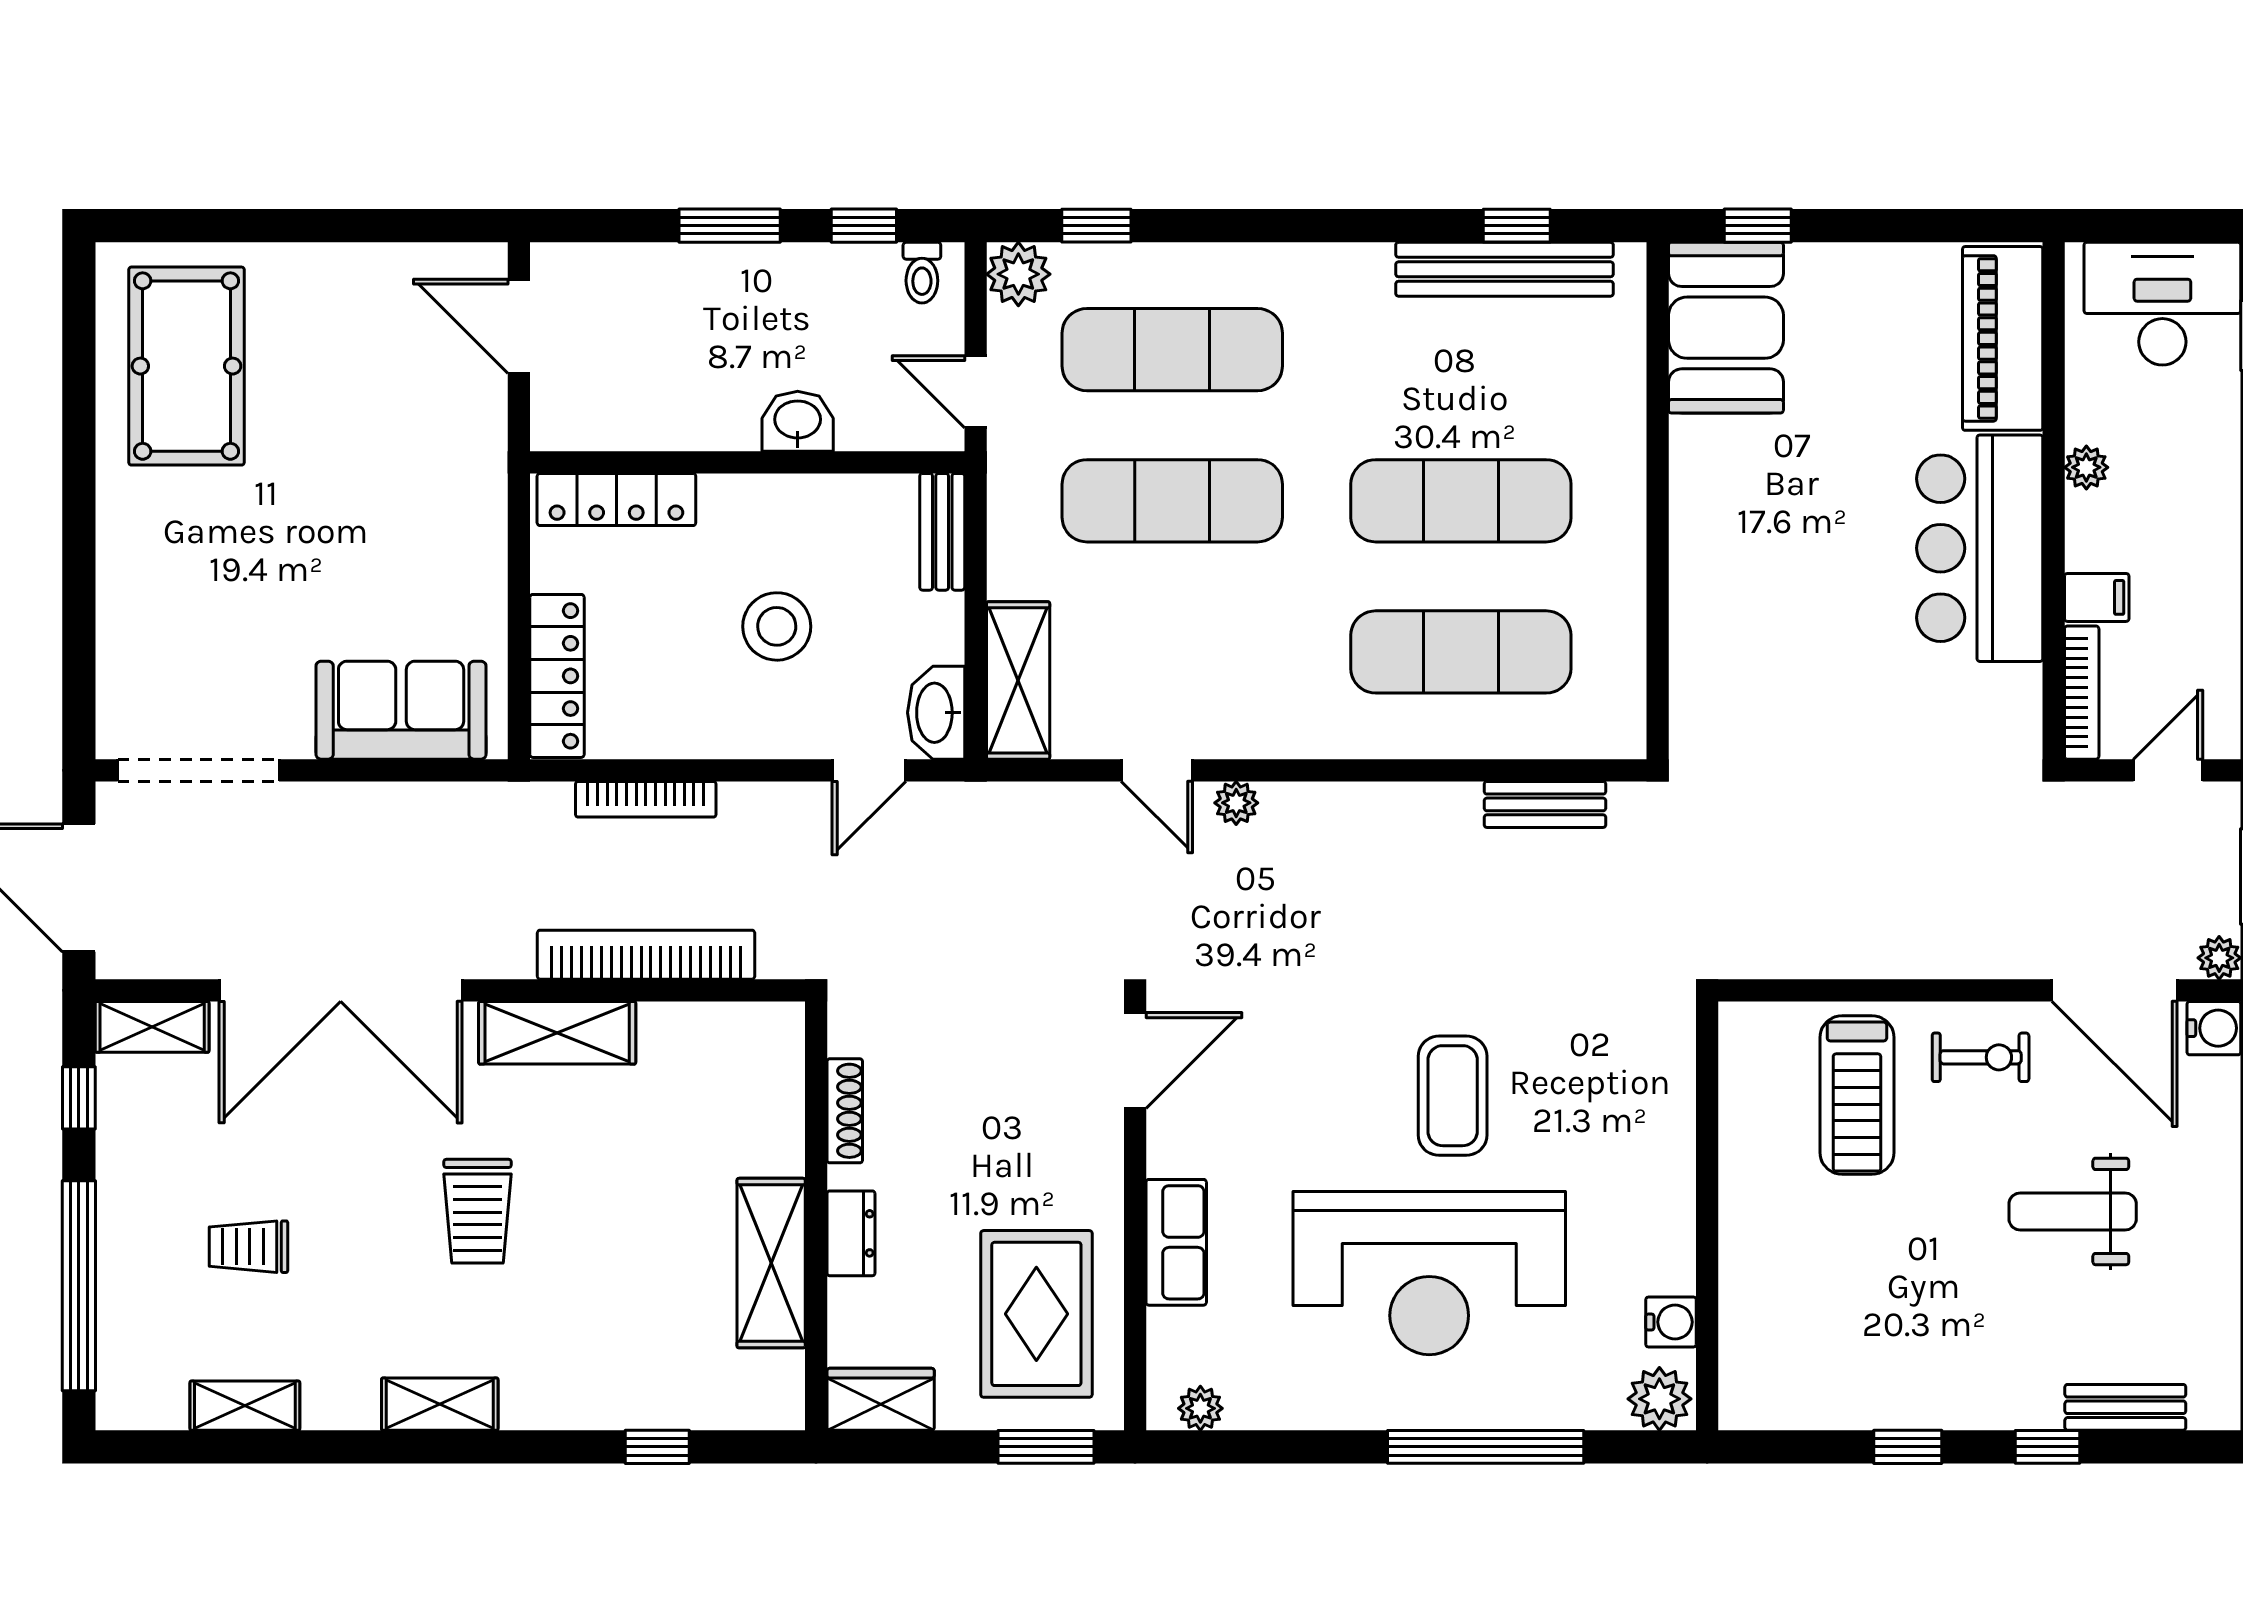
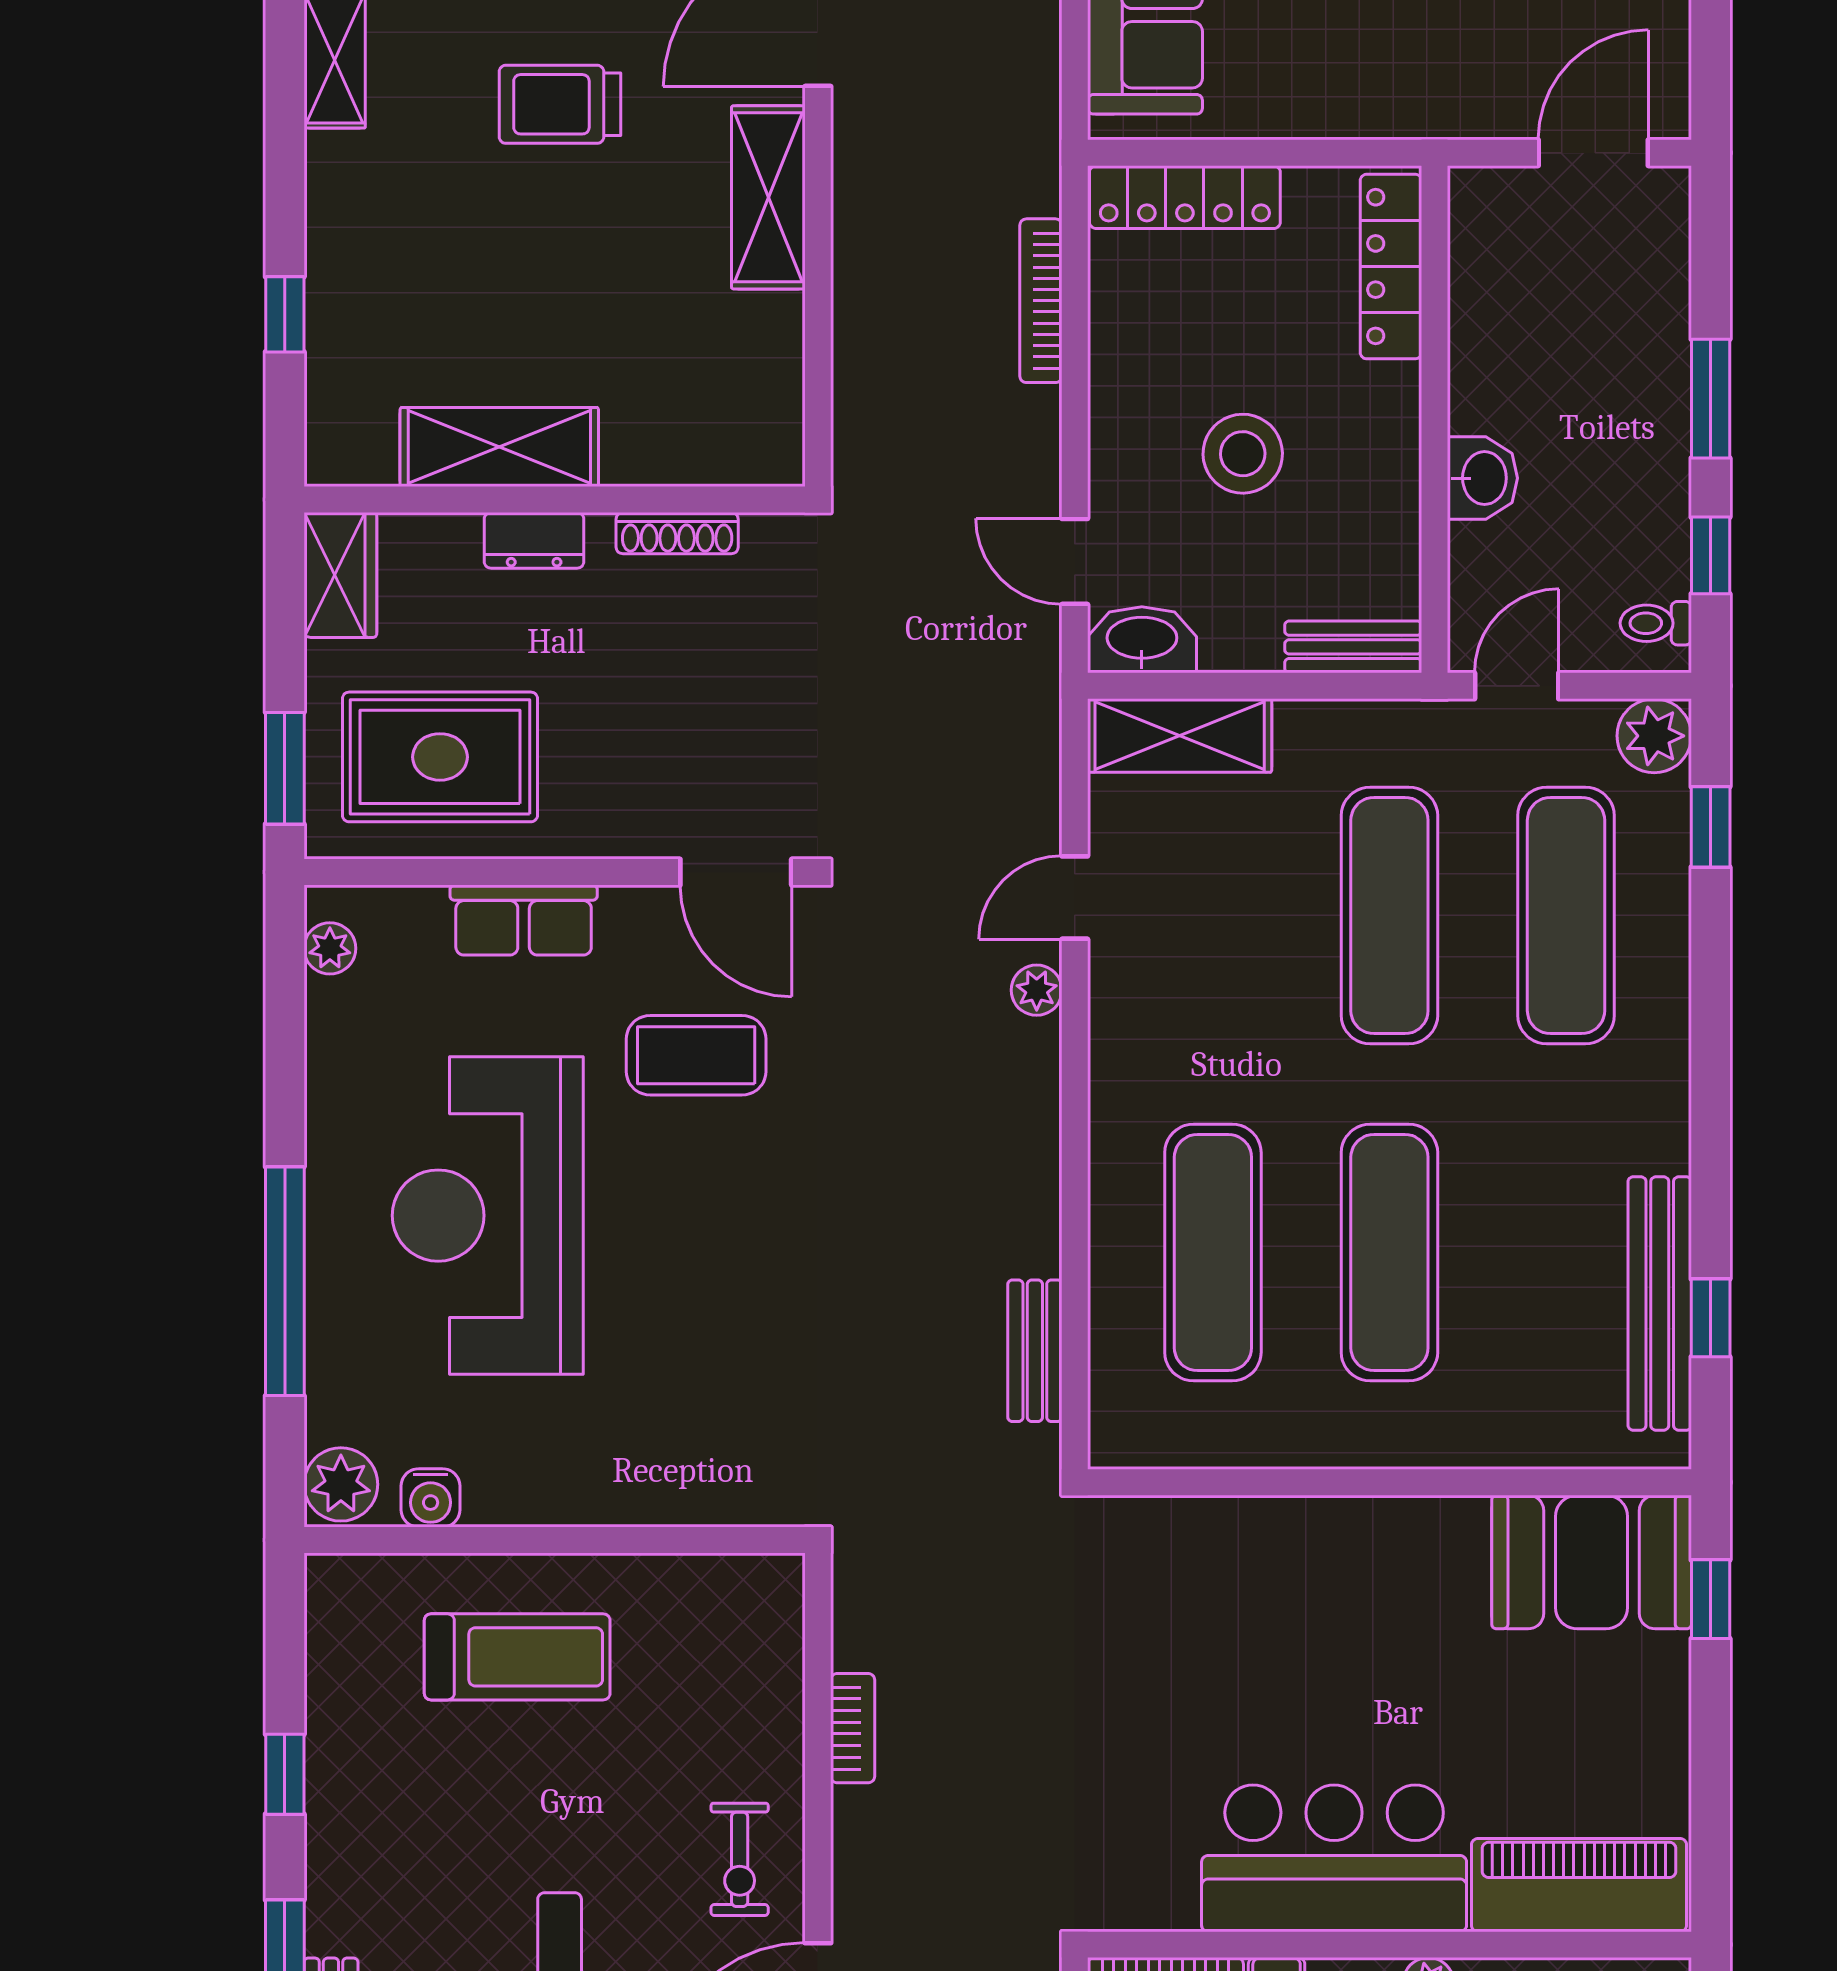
bookcase: (646, 955) -> (853, 1728), moved, width x0.43, depth x0.76
treadmill: (1857, 1095) -> (517, 1657), moved, turned 180
coffee table: (1453, 1096) -> (696, 1055), moved

